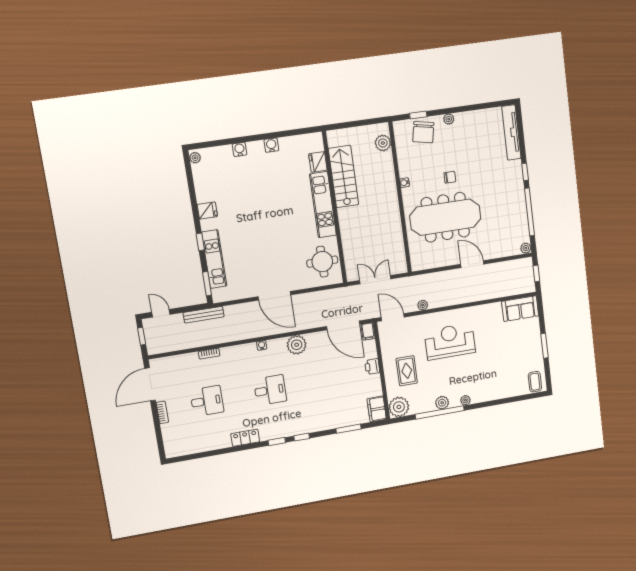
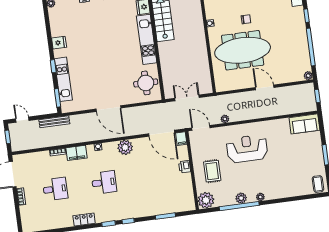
filing cabinet: (377, 409) -> (76, 153), moved, turned -90

